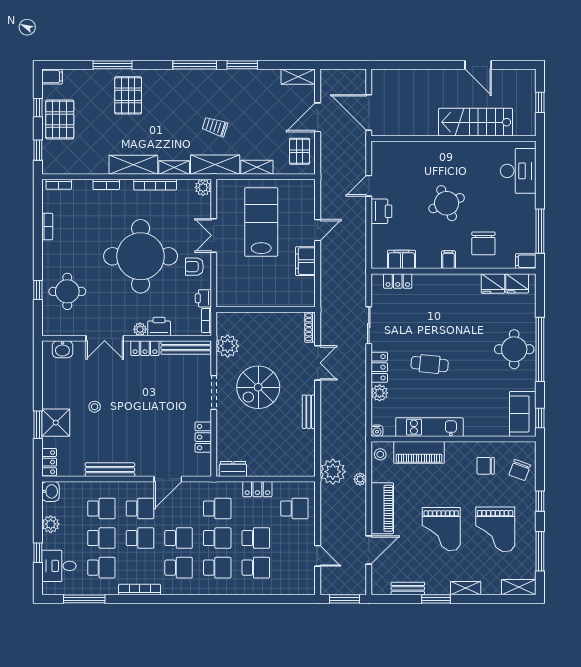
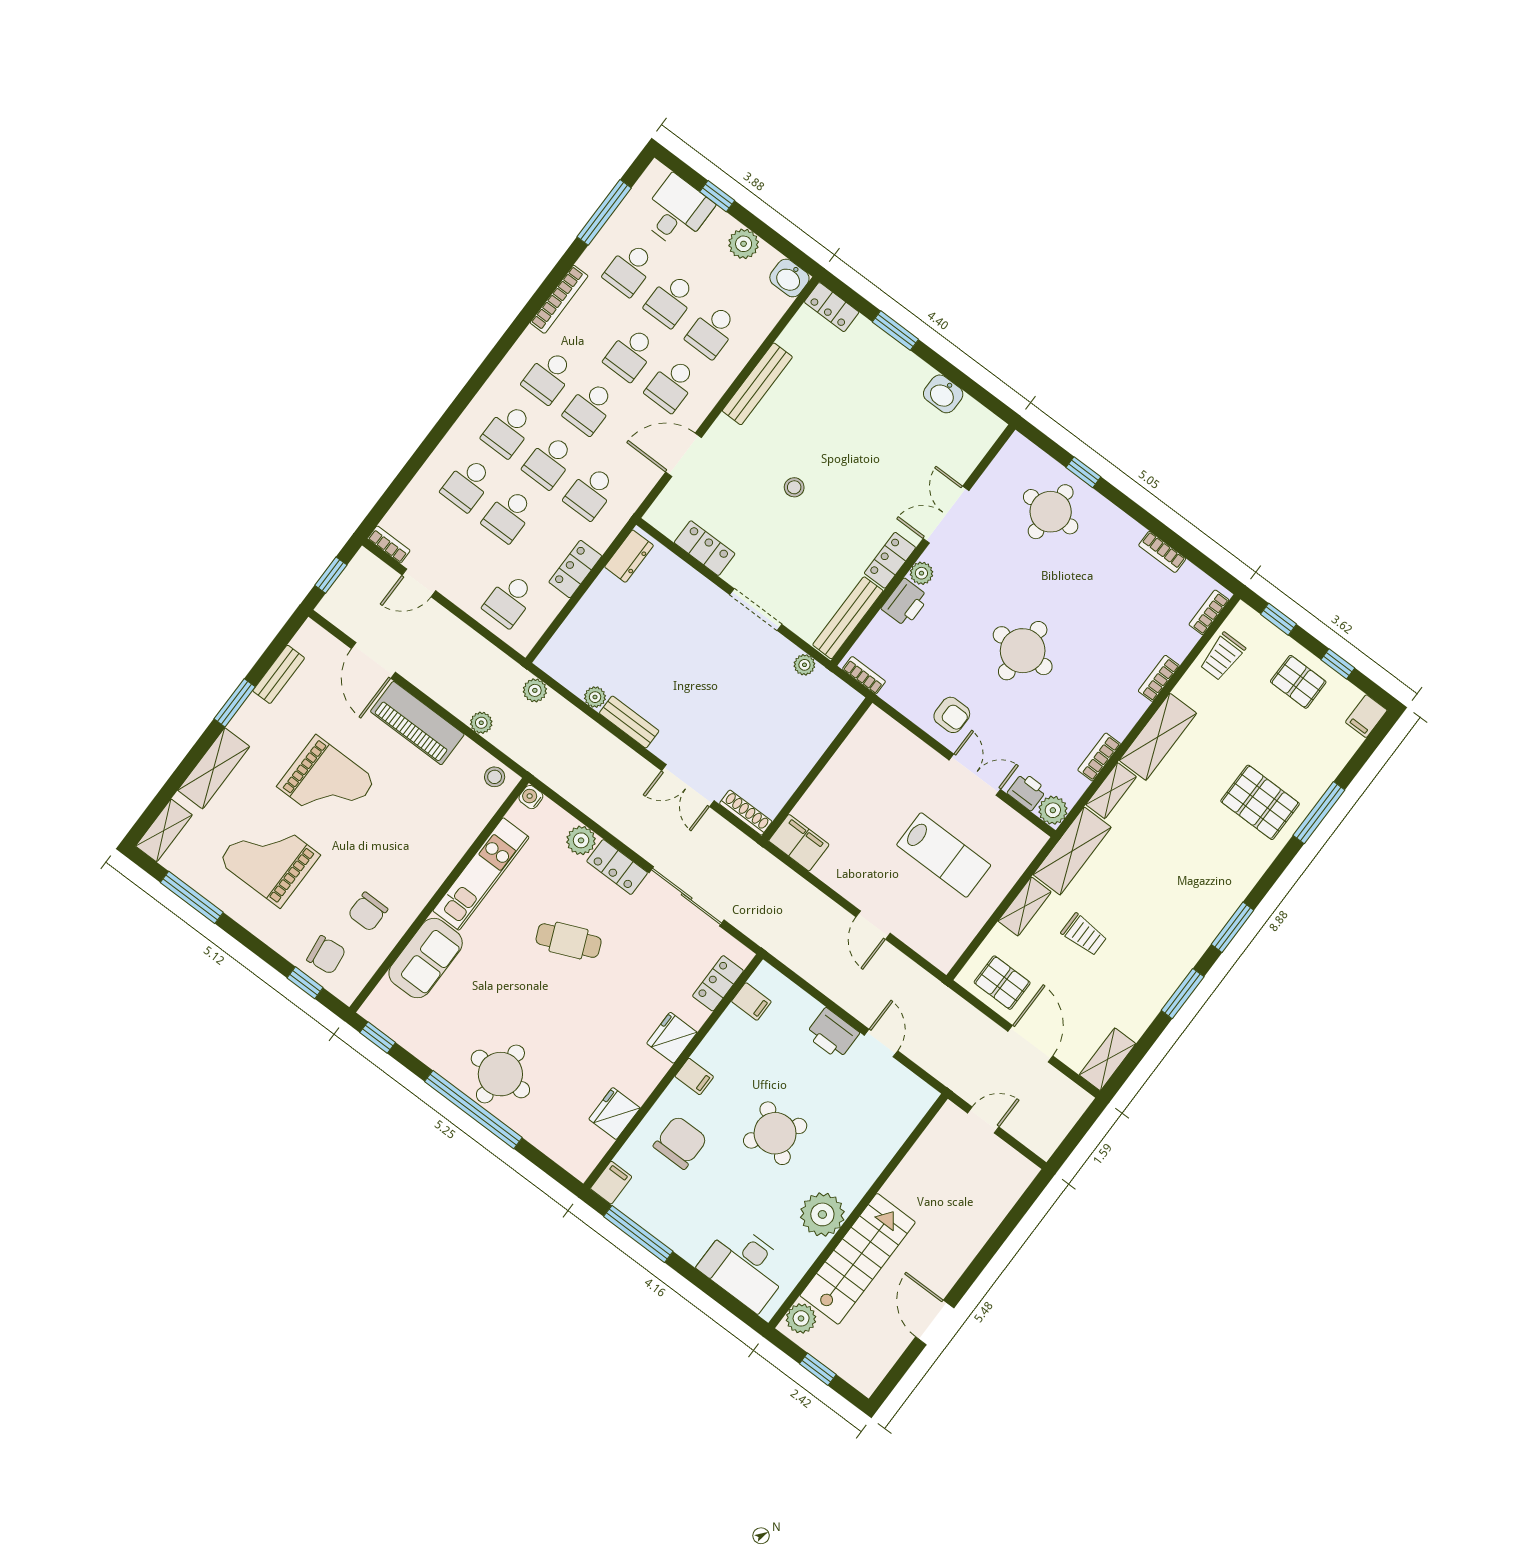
window: (195, 65) -> (1233, 927), width x0.69
door: (478, 65) -> (935, 1322), hinge flipped
door: (369, 113) -> (983, 1120), width x0.53
pallet: (60, 120) -> (1298, 682), width x0.67, depth x0.71
trolley: (215, 127) -> (1084, 935), moved, turned 72
plant: (522, 127) -> (801, 1318), added
plant: (467, 154) -> (822, 1214), added
trolley: (74, 163) -> (1222, 657), added
bookcase: (155, 185) -> (1099, 757), width x0.64
round table: (447, 203) -> (775, 1133), turned -32
lab bench: (261, 222) -> (944, 855), width x0.73, depth x0.72
chair: (483, 243) -> (680, 1142), turned 90
round table: (141, 256) -> (1023, 651), width x0.54, depth x0.54
filing cabinet: (401, 259) -> (751, 1002), width x0.50
filing cabinet: (305, 261) -> (799, 843), moved
armchair: (194, 267) -> (952, 715), turned 90
fridge: (517, 283) -> (672, 1038), moved
printer: (203, 298) -> (1027, 791), moved
sliding door: (369, 325) -> (687, 896), width x1.37
plant: (228, 346) -> (804, 665), width x0.53, depth x0.53
washbasin: (62, 349) -> (943, 394), moved, turned -90
cafe table: (430, 364) -> (569, 941), turned 61
spiral stairs: (258, 387) -> (716, 677), removed
stool: (95, 407) -> (794, 487), moved
sofa: (523, 414) -> (426, 958), moved, turned 90
shower: (56, 423) -> (880, 358), removed
plant: (309, 436) -> (595, 697), added
piano: (419, 452) -> (457, 833), removed
chair: (486, 466) -> (368, 912), turned 180
chair: (520, 470) -> (326, 955), turned 153
plant: (333, 472) -> (535, 690), width x0.53, depth x0.53
door: (168, 479) -> (683, 455), hinge flipped
window: (540, 501) -> (305, 983), moved
grand piano: (441, 529) -> (326, 783), turned 180
bookcase: (310, 583) -> (389, 545), added
shelving: (466, 588) -> (214, 768), width x1.50, depth x1.33
window: (344, 599) -> (331, 575), width x0.67

